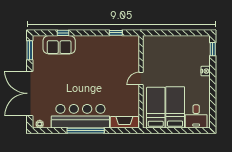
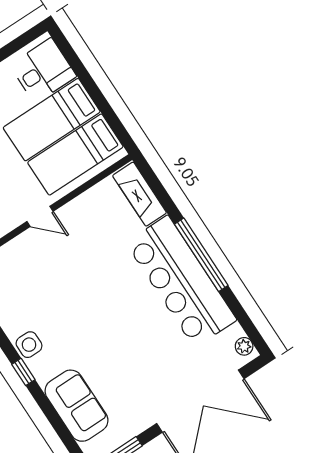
window: (63, 33) -> (23, 372), moved
side table: (95, 42) -> (29, 345), added

